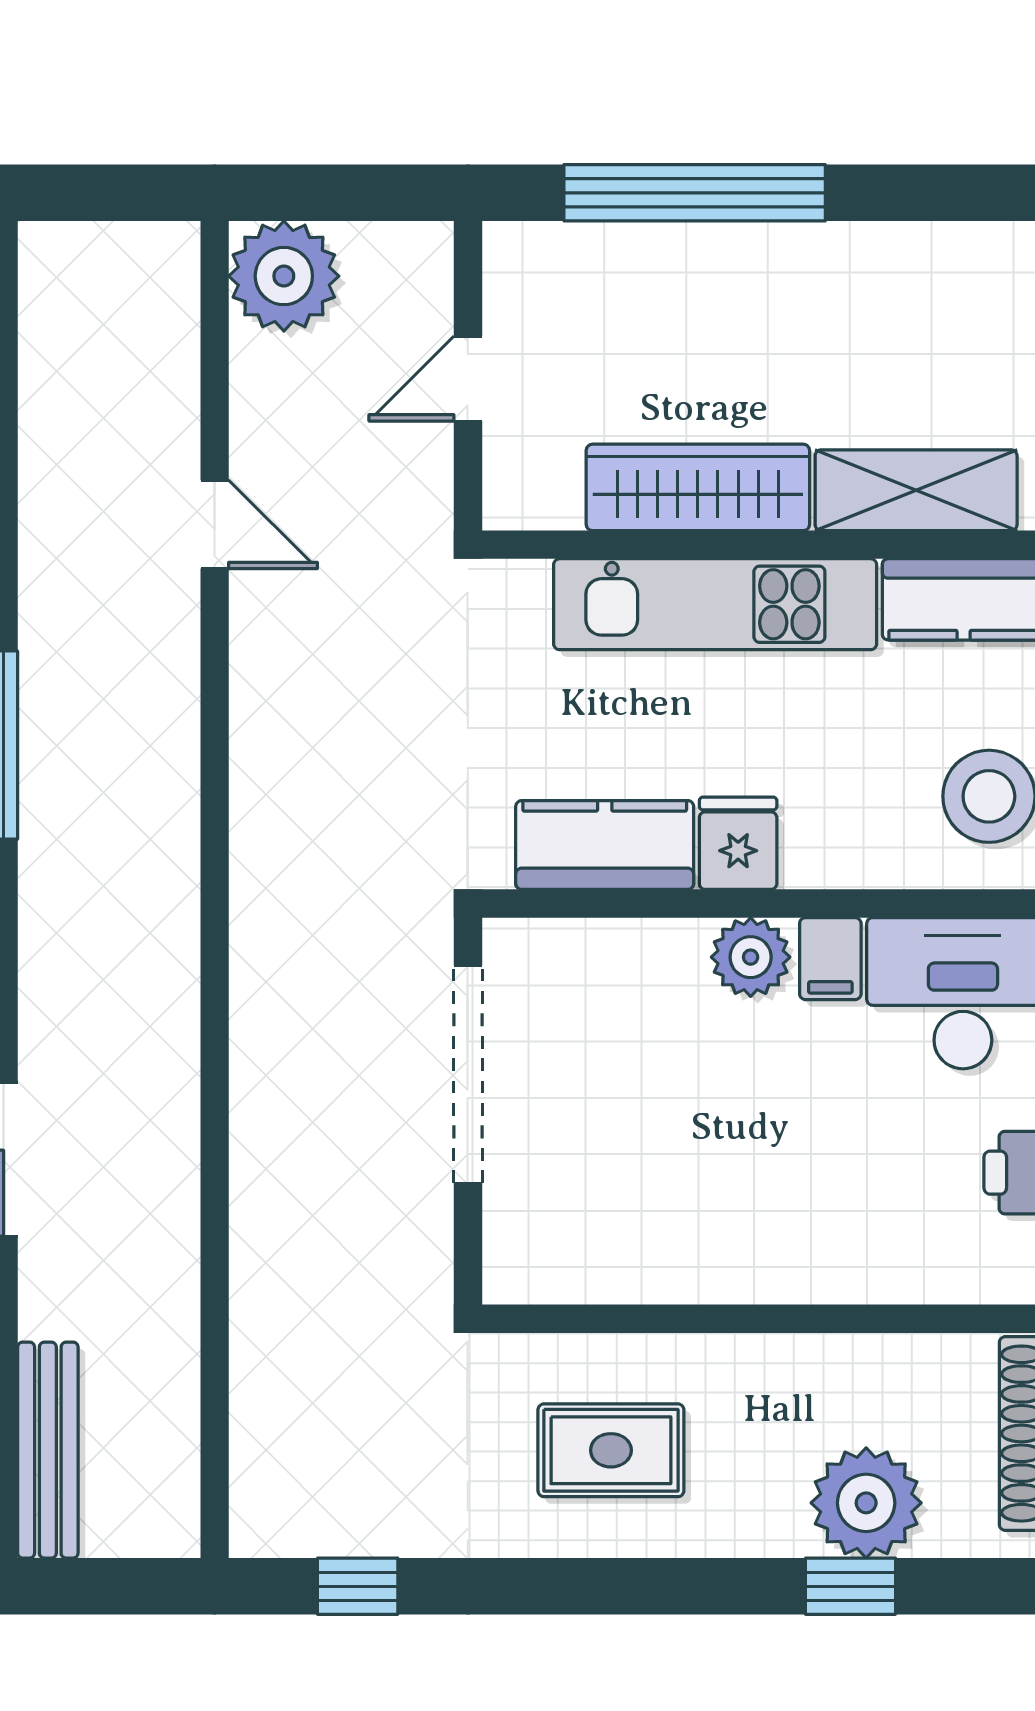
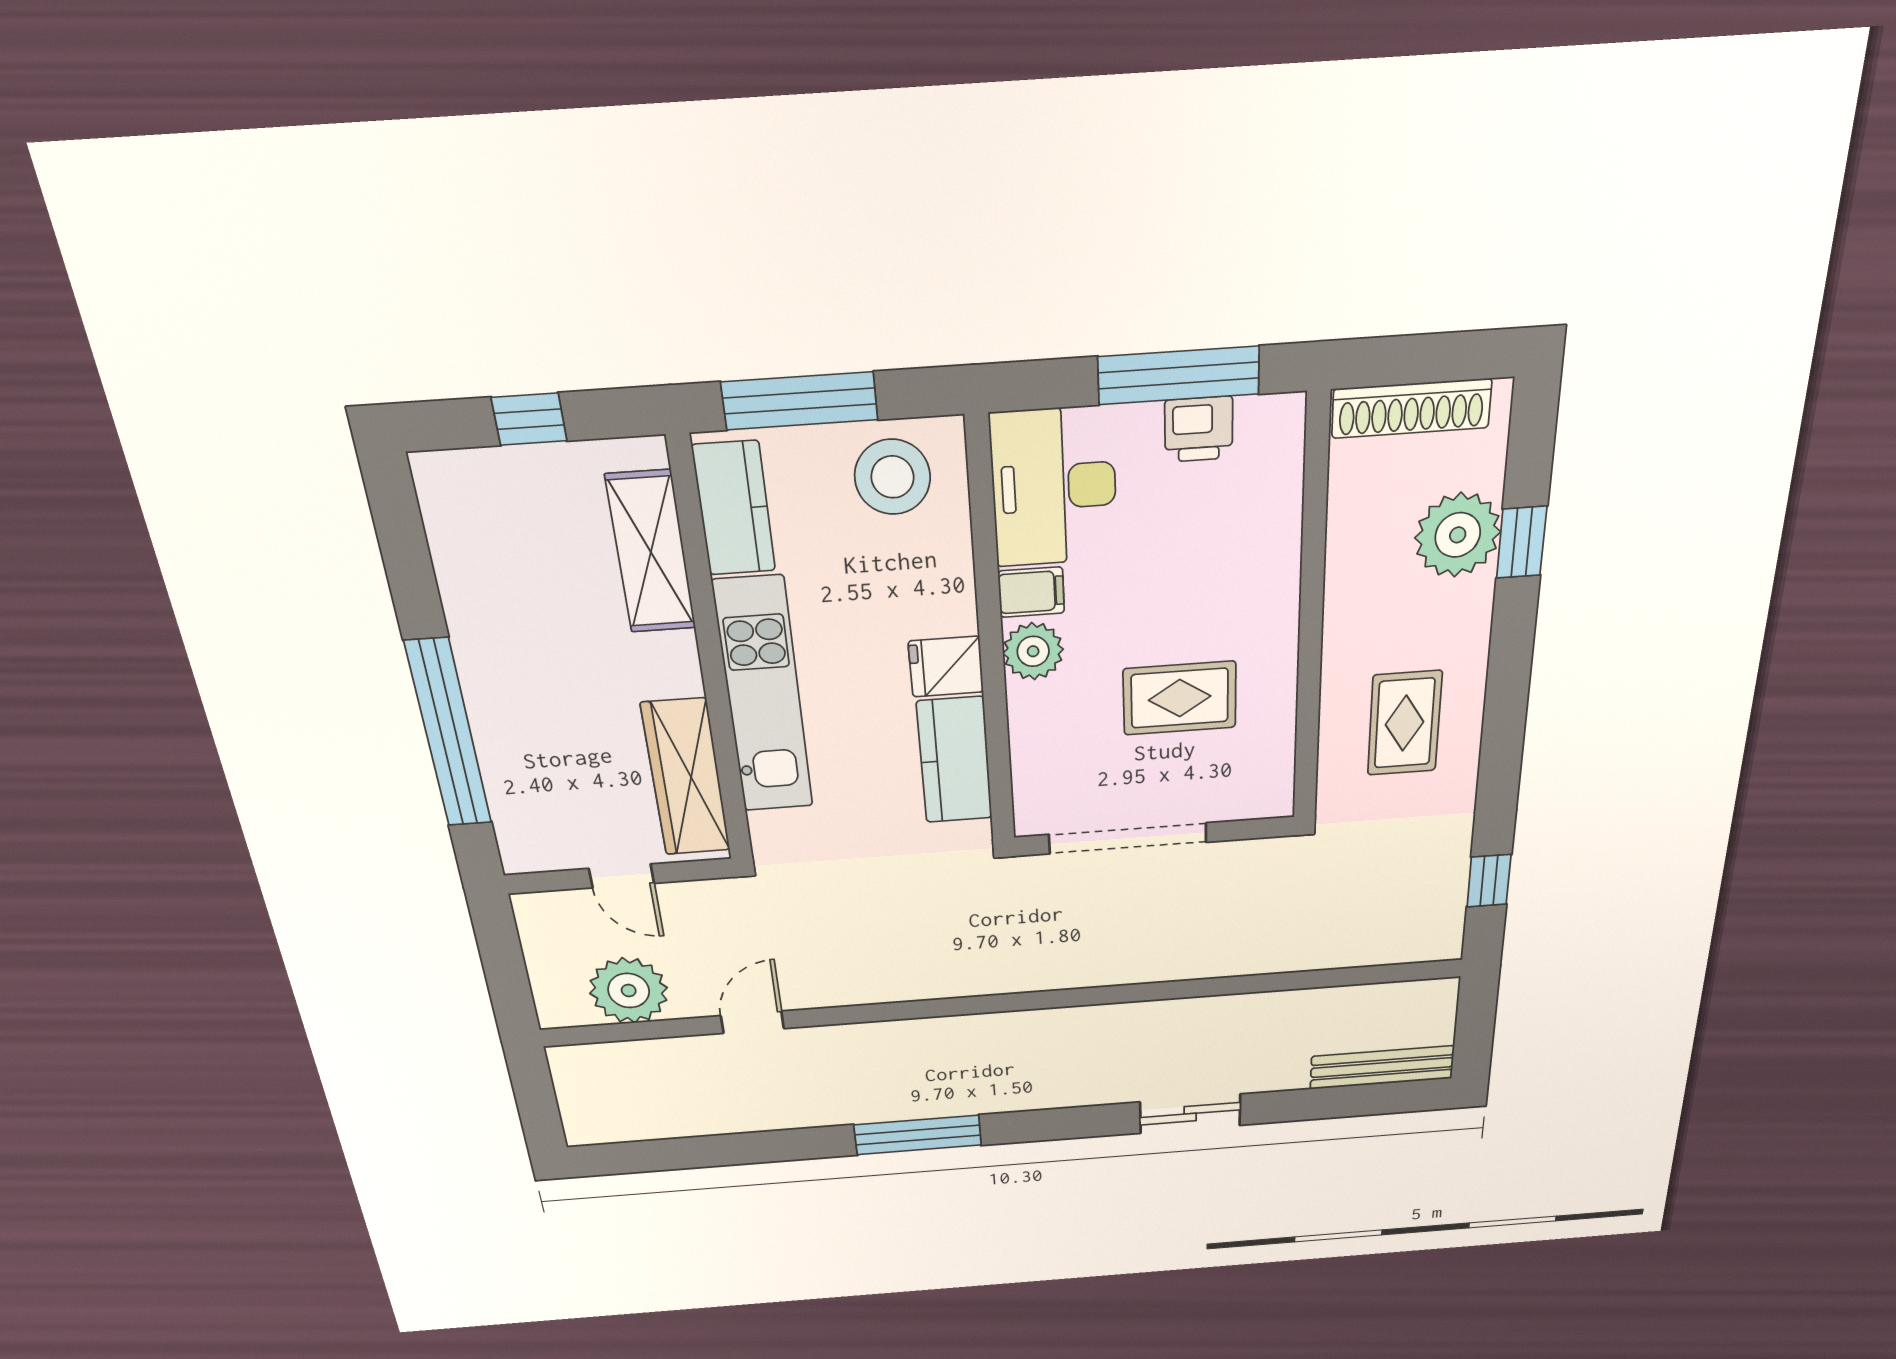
plant: (284, 276) -> (629, 991), moved
wardrobe: (698, 487) -> (686, 778), moved
rug: (671, 1147) -> (1180, 698), added

